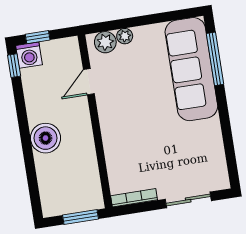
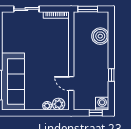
window: (14, 66) -> (111, 75), moved
door: (89, 82) -> (71, 84), swing flipped
boiler: (46, 138) -> (100, 36), moved

